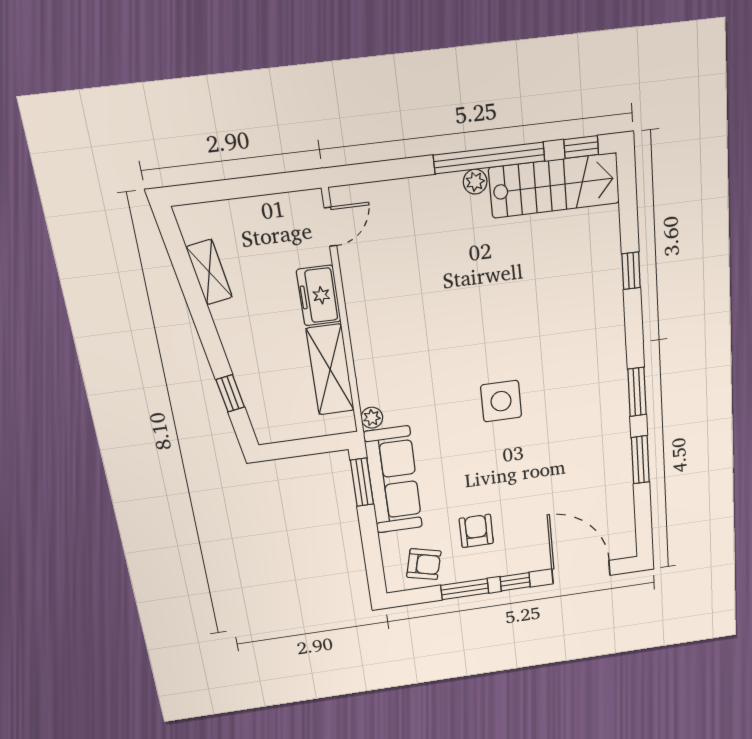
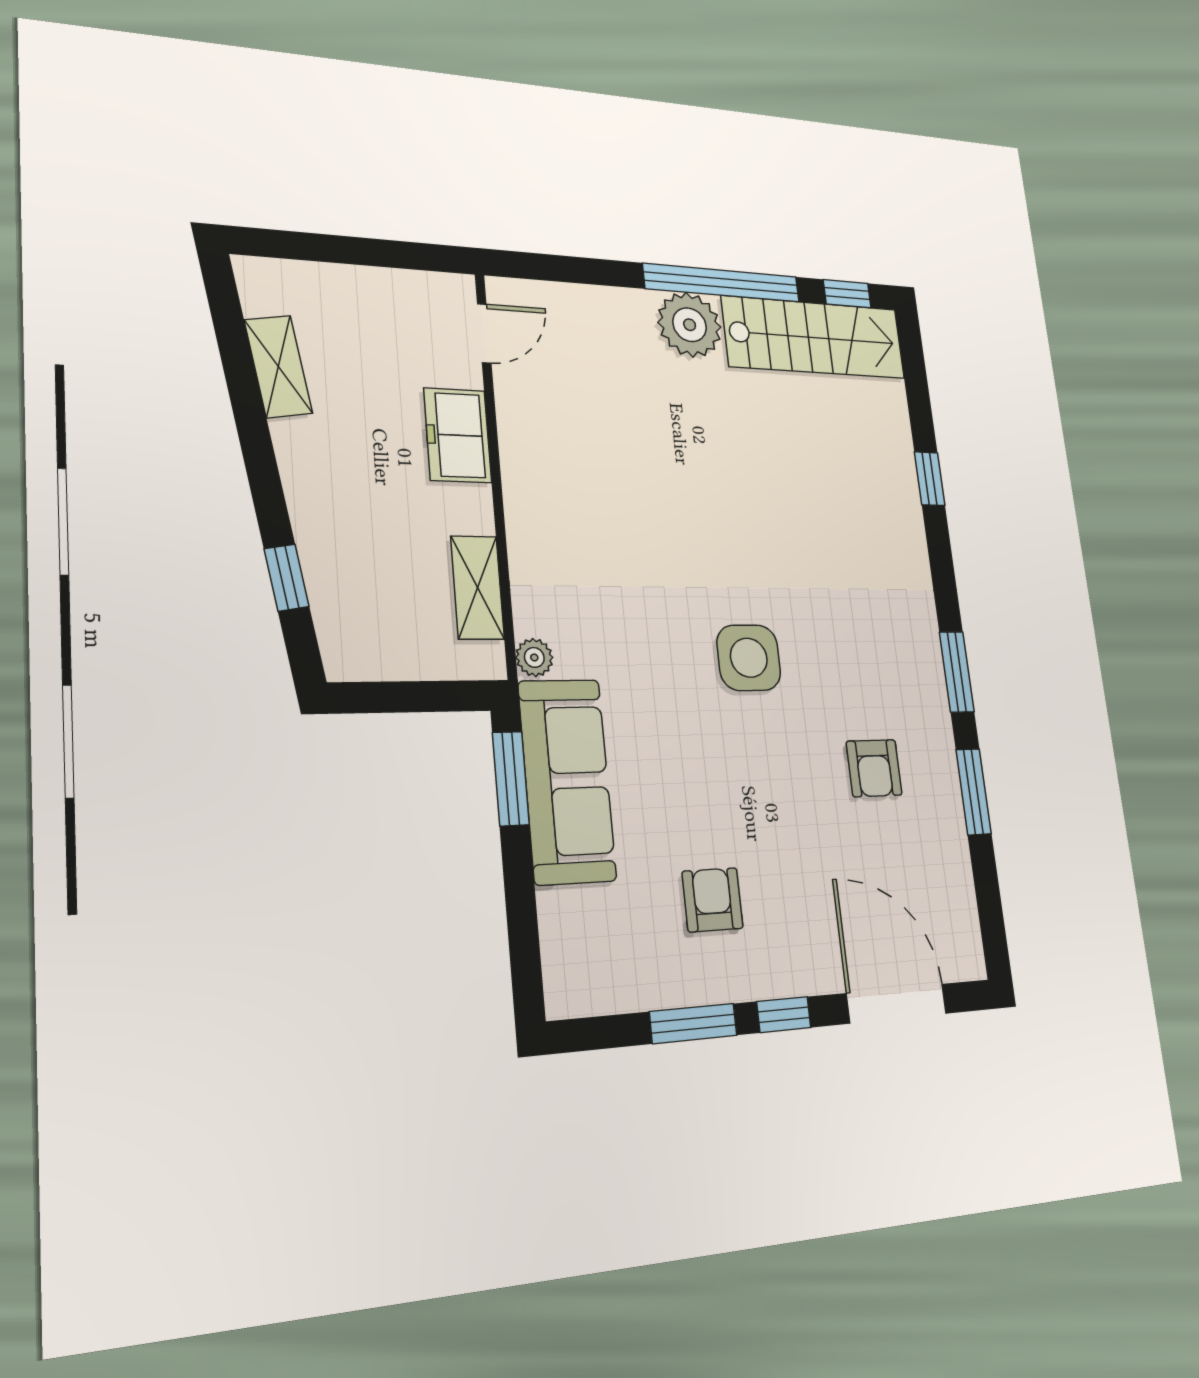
plant: (475, 182) -> (690, 325), width x1.88, depth x1.88
shelving: (330, 370) -> (477, 588), width x0.67, depth x0.75
armchair: (424, 564) -> (874, 768), moved, turned 76

